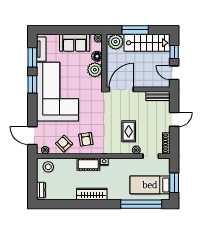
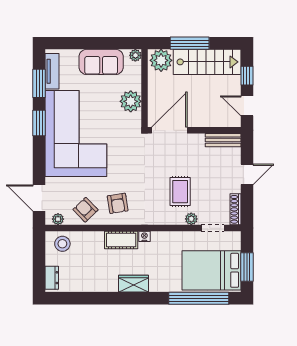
floor lamp: (97, 56) -> (134, 82), removed
bed: (150, 185) -> (212, 270), width x1.50
wardrobe: (92, 194) -> (133, 284), width x0.67

